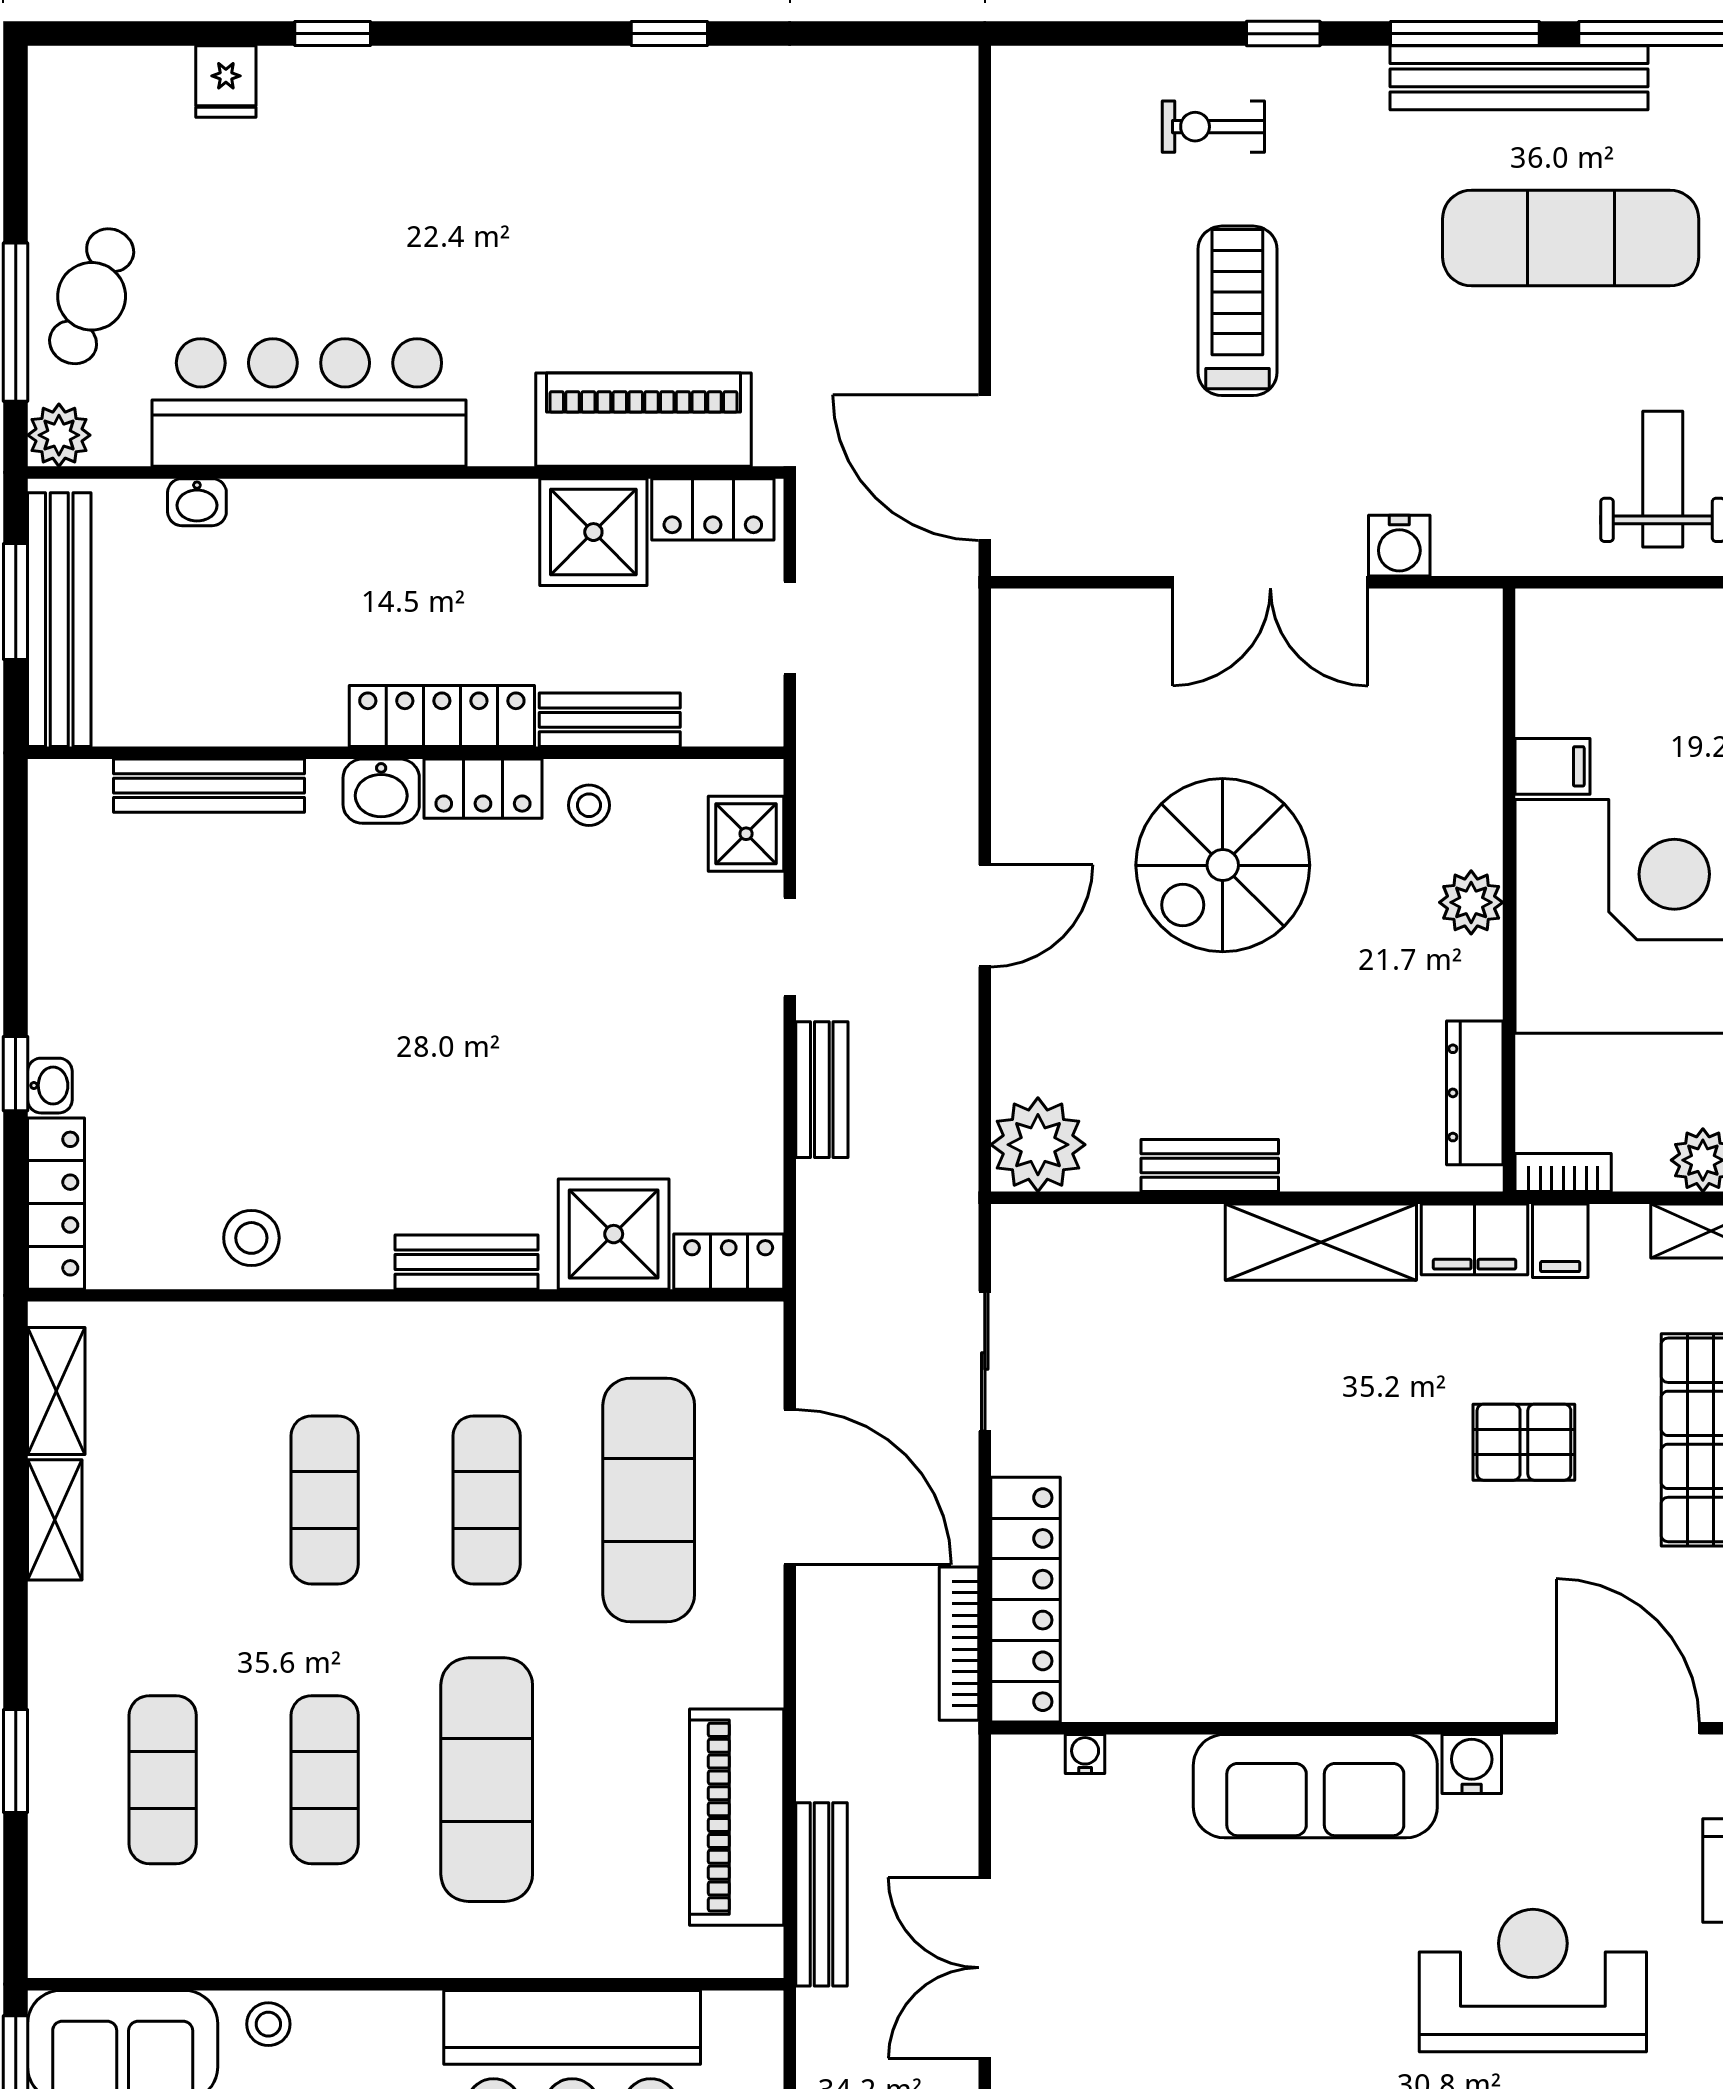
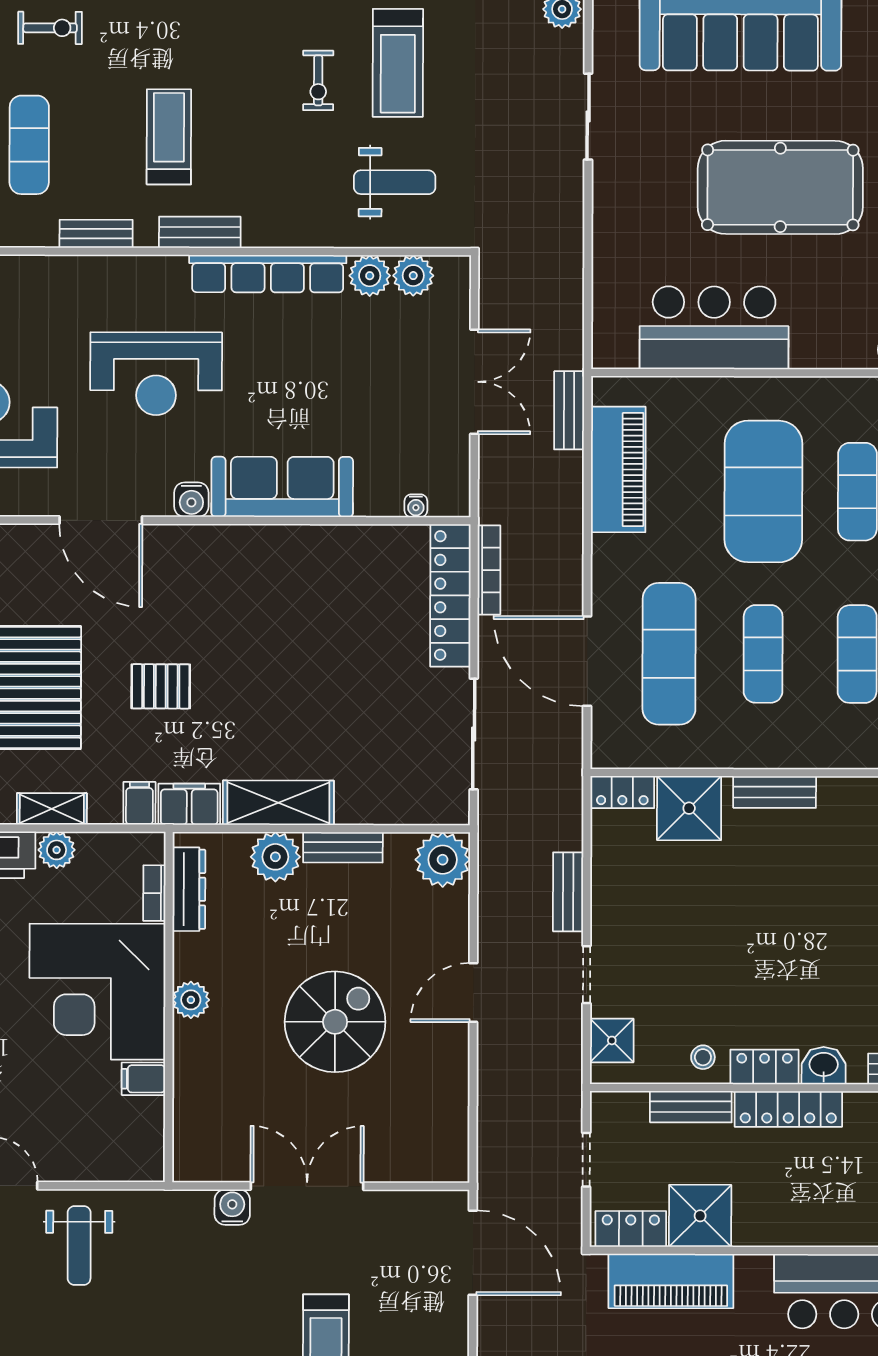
plant: (1326, 1149) -> (275, 857), added
bookcase: (1563, 1173) -> (154, 893), moved, turned 90
sliding door: (985, 1361) -> (474, 734), width x1.37
exercise mat: (487, 1780) -> (763, 491), width x1.47
bench: (822, 1894) -> (569, 410), width x0.73

